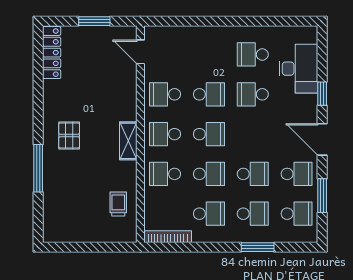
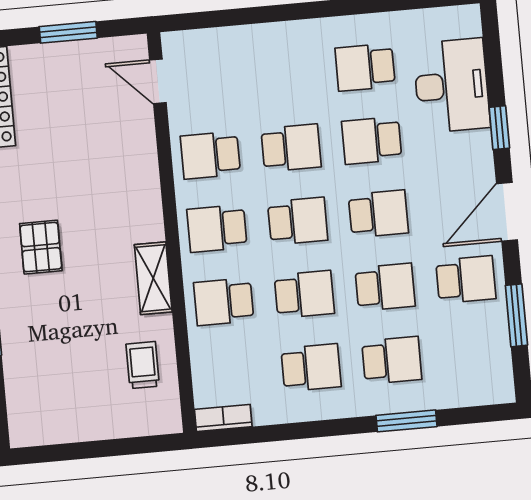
door: (322, 139) -> (507, 212), hinge flipped
shelving: (128, 141) -> (153, 278), moved
school desk: (297, 214) -> (378, 214), moved
bookcase: (168, 237) -> (223, 418), width x0.64

